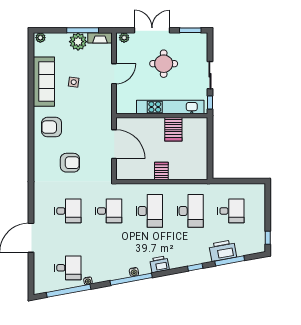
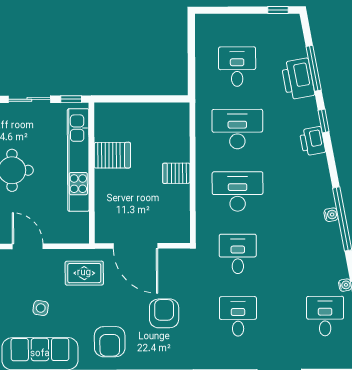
rug: (96, 111) -> (84, 273), added
door: (114, 144) -> (136, 246), swing flipped
printer: (159, 264) -> (313, 141), moved

